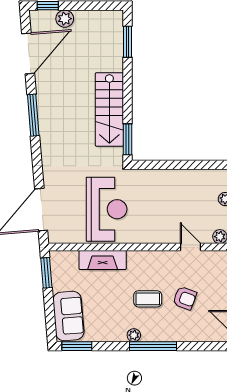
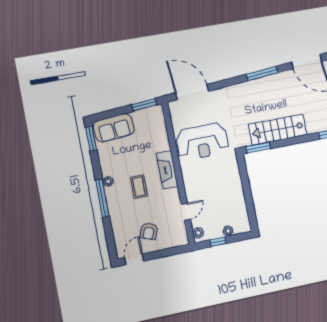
fireplace: (103, 260) -> (167, 170), moved
armchair: (185, 298) -> (149, 231), moved

